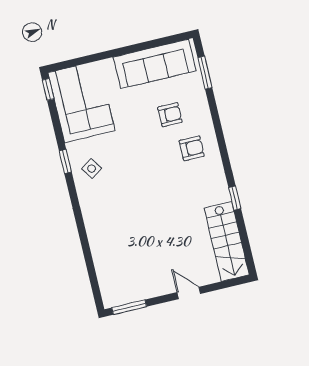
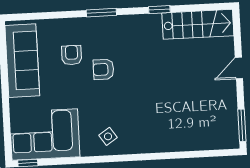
window: (205, 73) -> (101, 13), moved
armchair: (192, 148) -> (103, 69), moved, turned -90
window: (65, 161) -> (97, 159), removed

